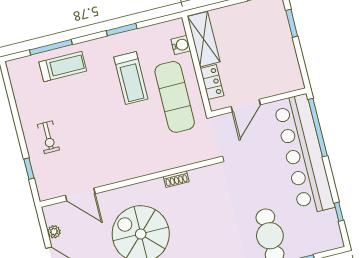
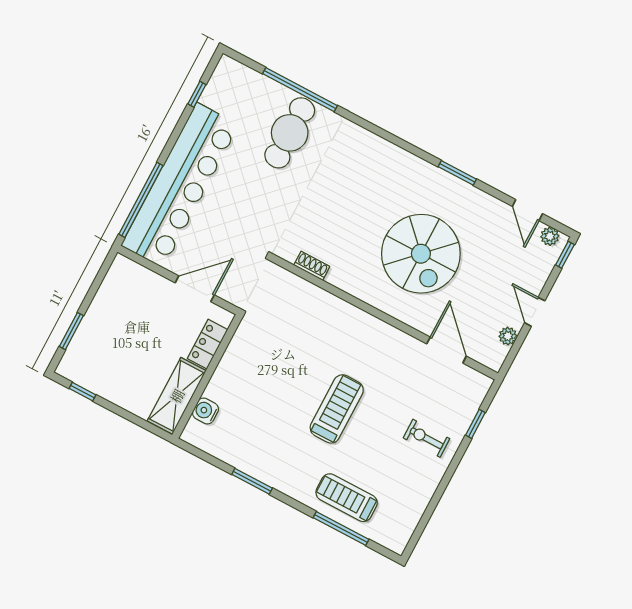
treadmill: (131, 78) -> (337, 409), moved
exercise mat: (175, 97) -> (260, 363), removed
exercise bike: (48, 137) -> (426, 438), turned -90
shoe rack: (176, 179) -> (312, 266), moved

